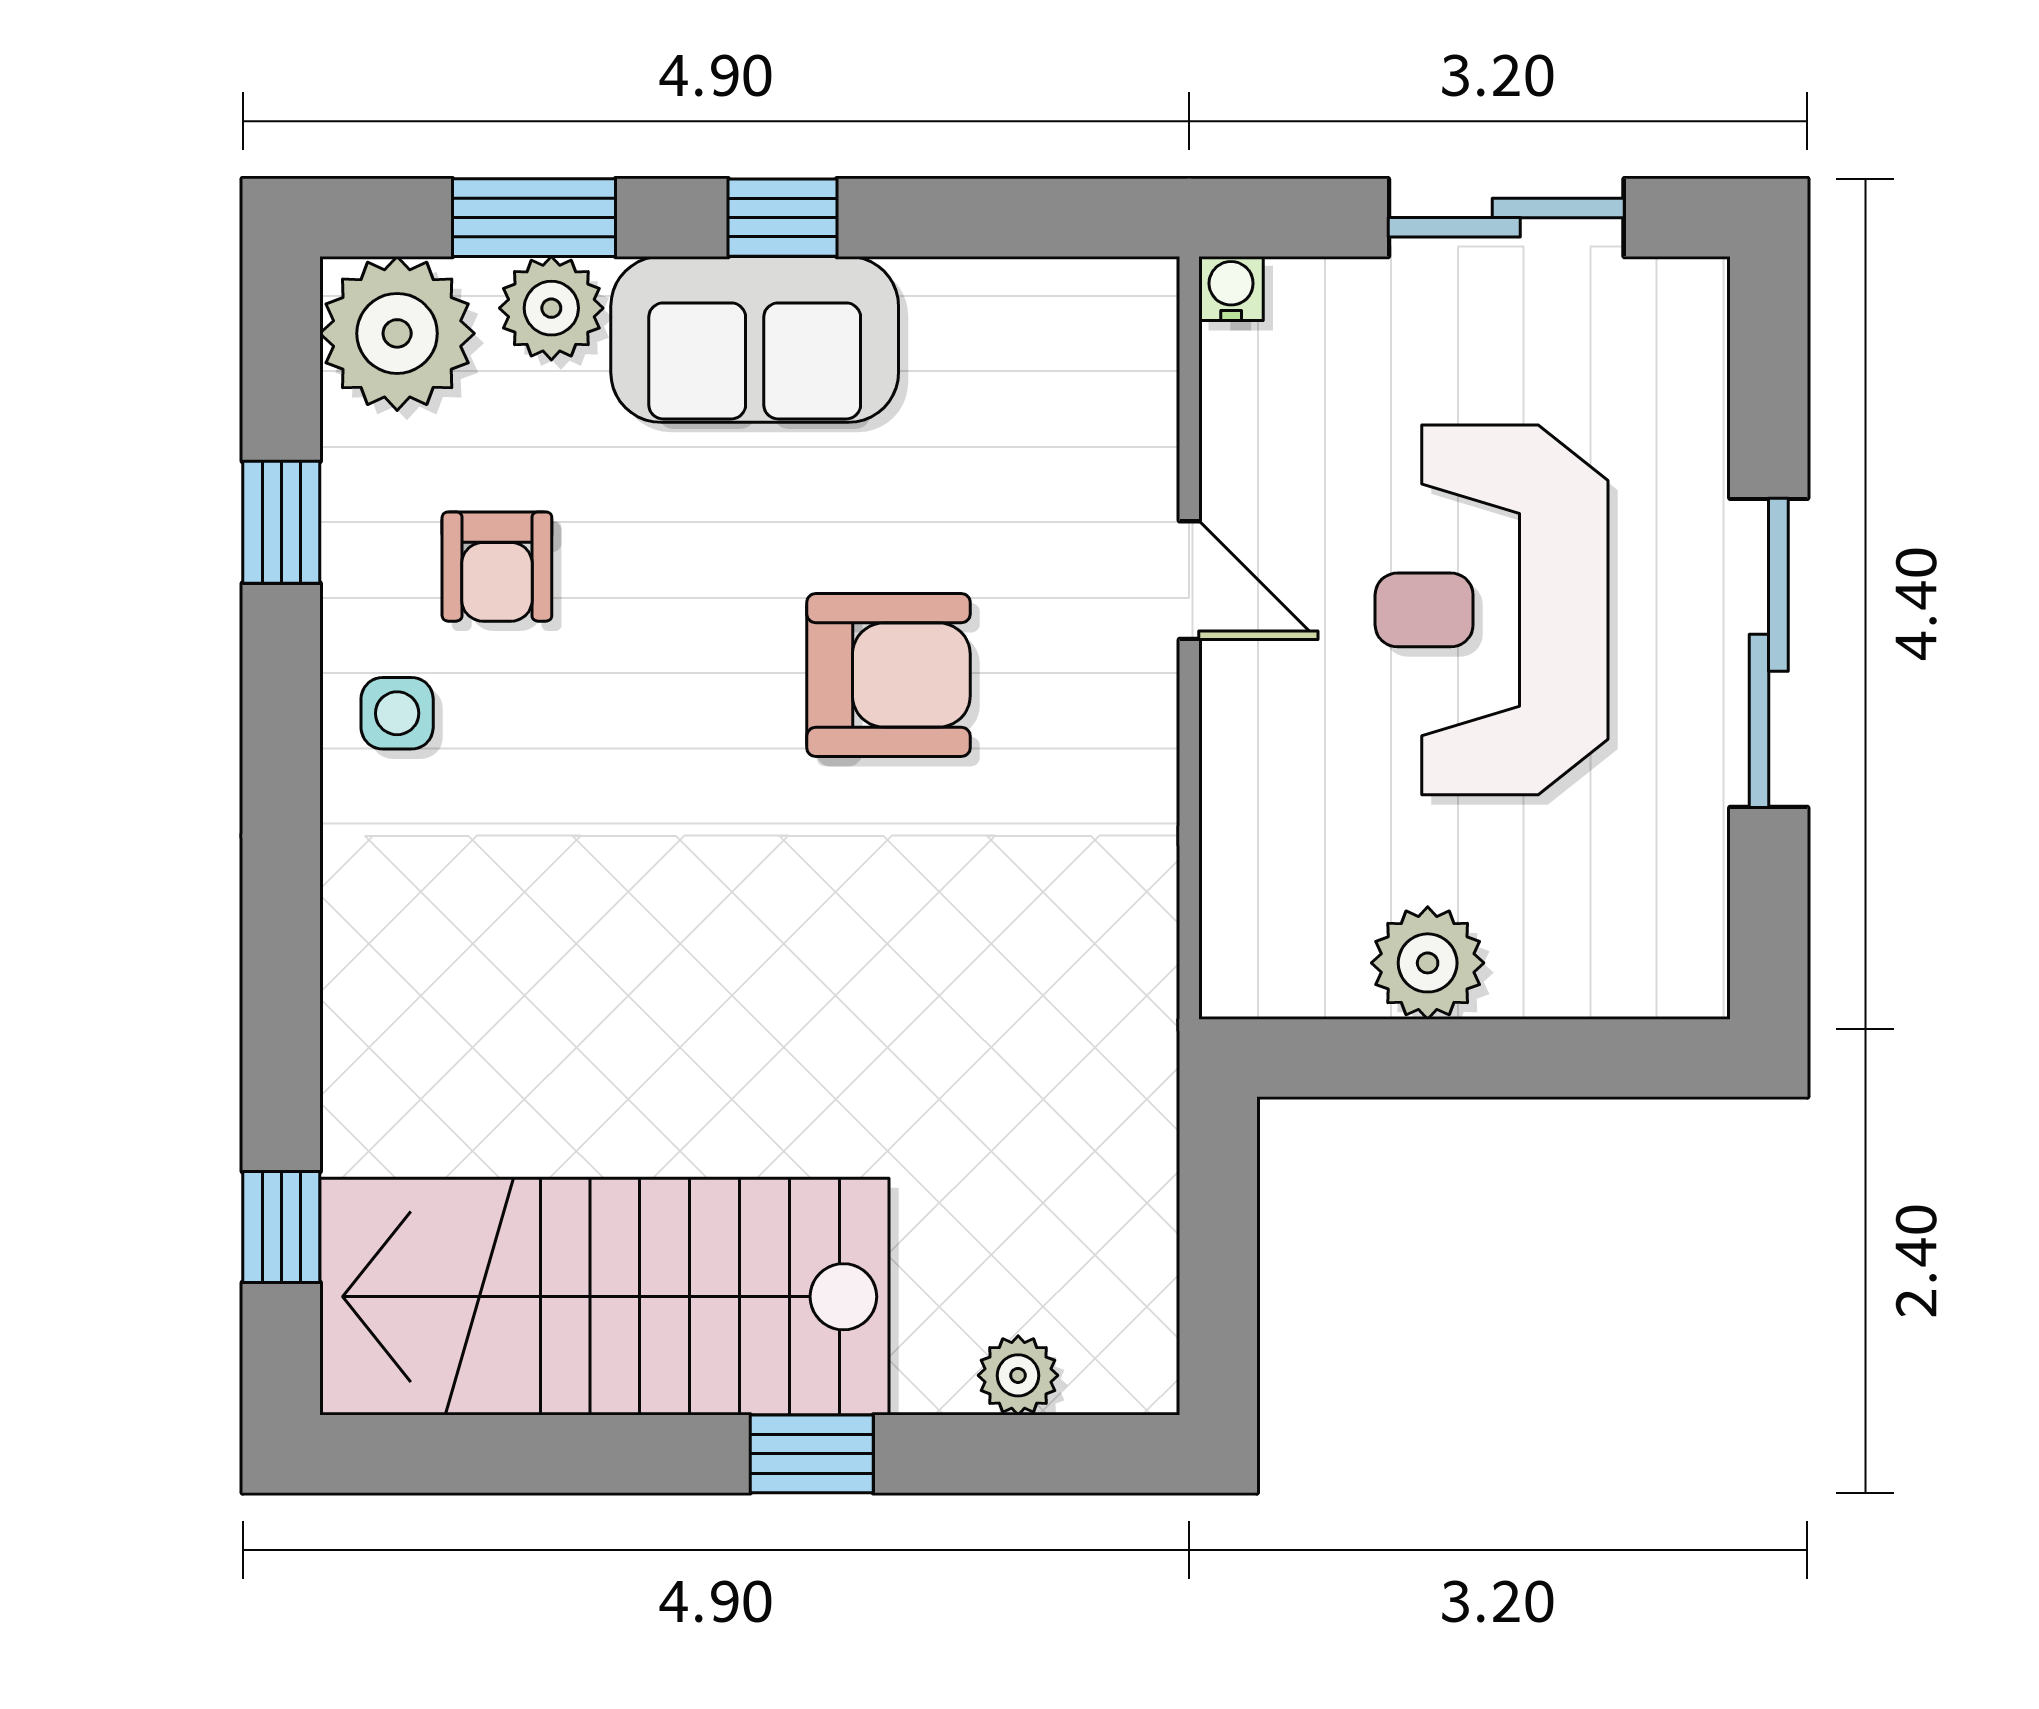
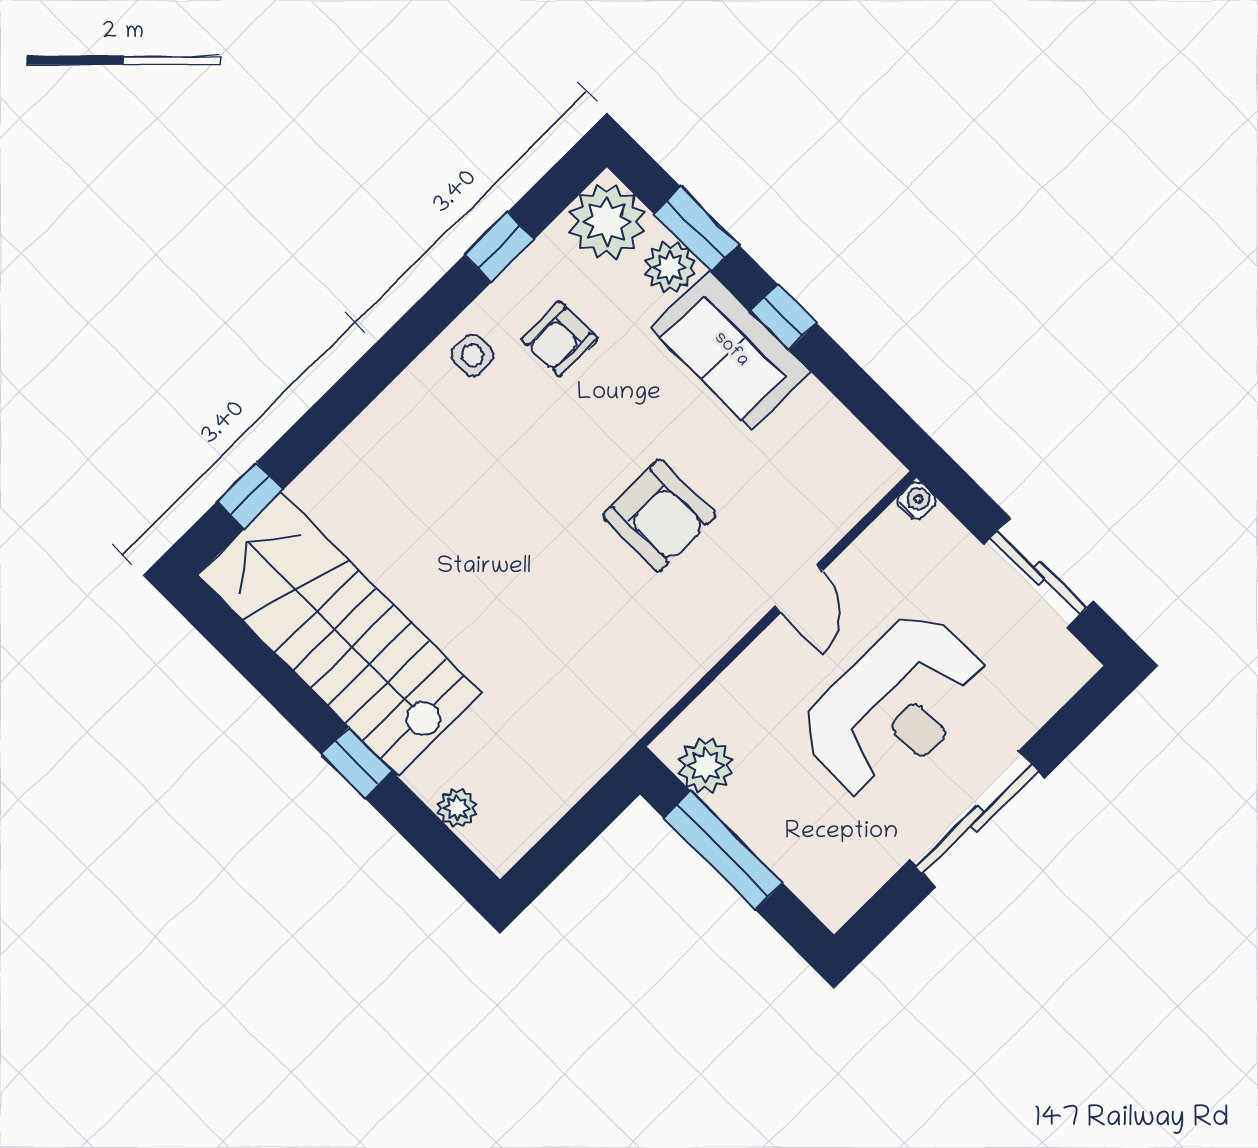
reception desk: (1492, 610) -> (895, 706), turned 180
plant: (1428, 963) -> (706, 766), moved
window: (1454, 1058) -> (723, 850), added

